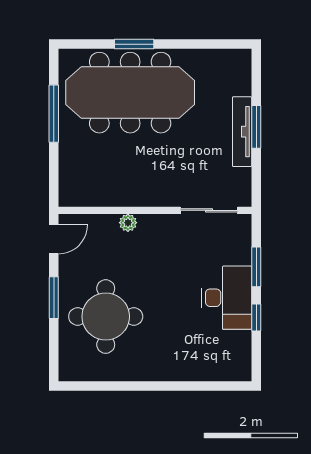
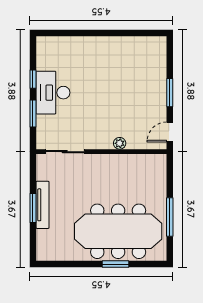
round table: (106, 317) -> (135, 80), removed

